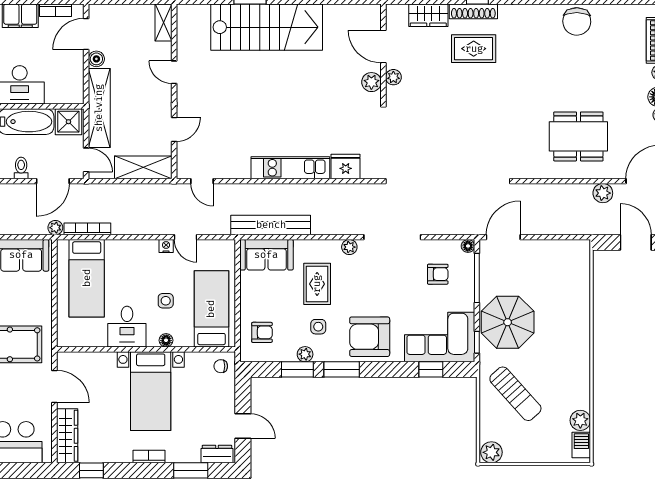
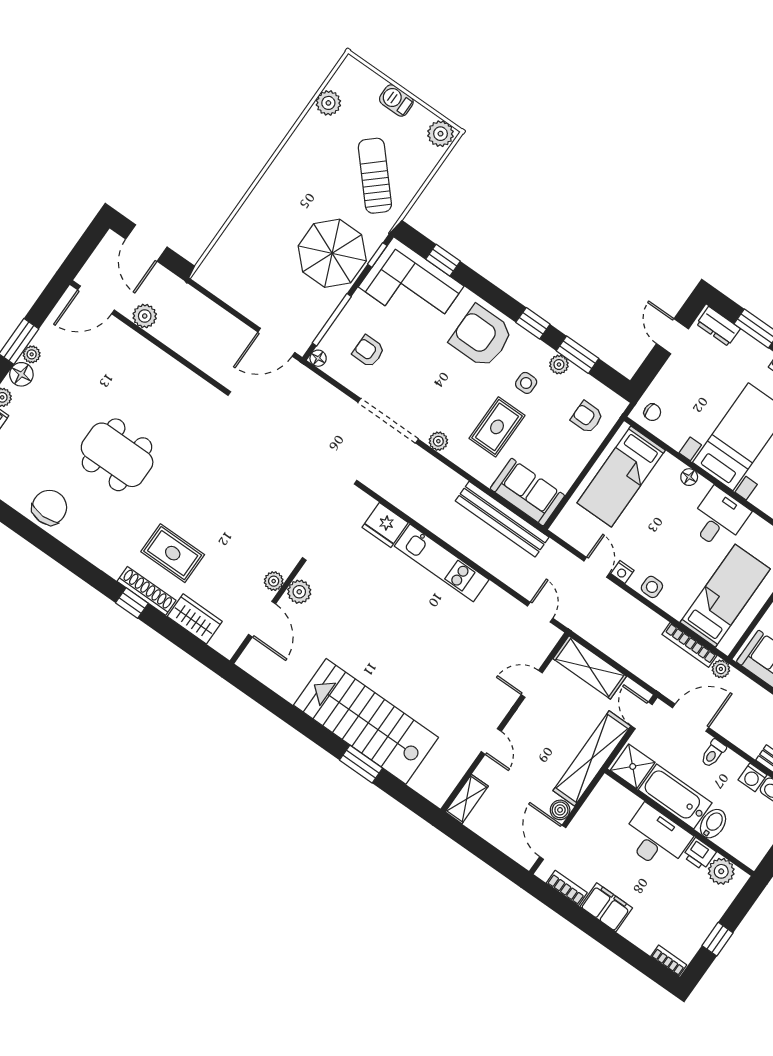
door: (86, 34) -> (553, 842), swing flipped
dining table: (578, 136) -> (117, 455), moved
side table: (166, 301) -> (652, 587), moved
armchair: (370, 337) -> (481, 336), turned 180
window: (342, 369) -> (533, 323), width x0.67
barbecue: (581, 445) -> (396, 100), moved, turned 90

